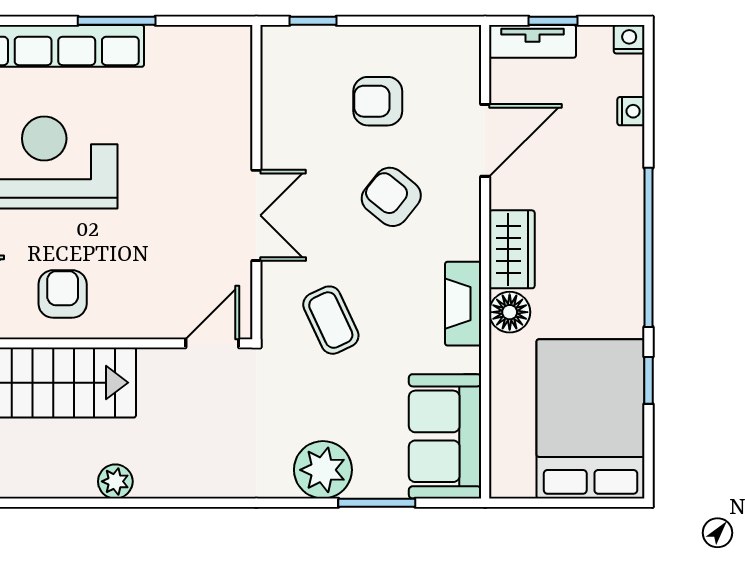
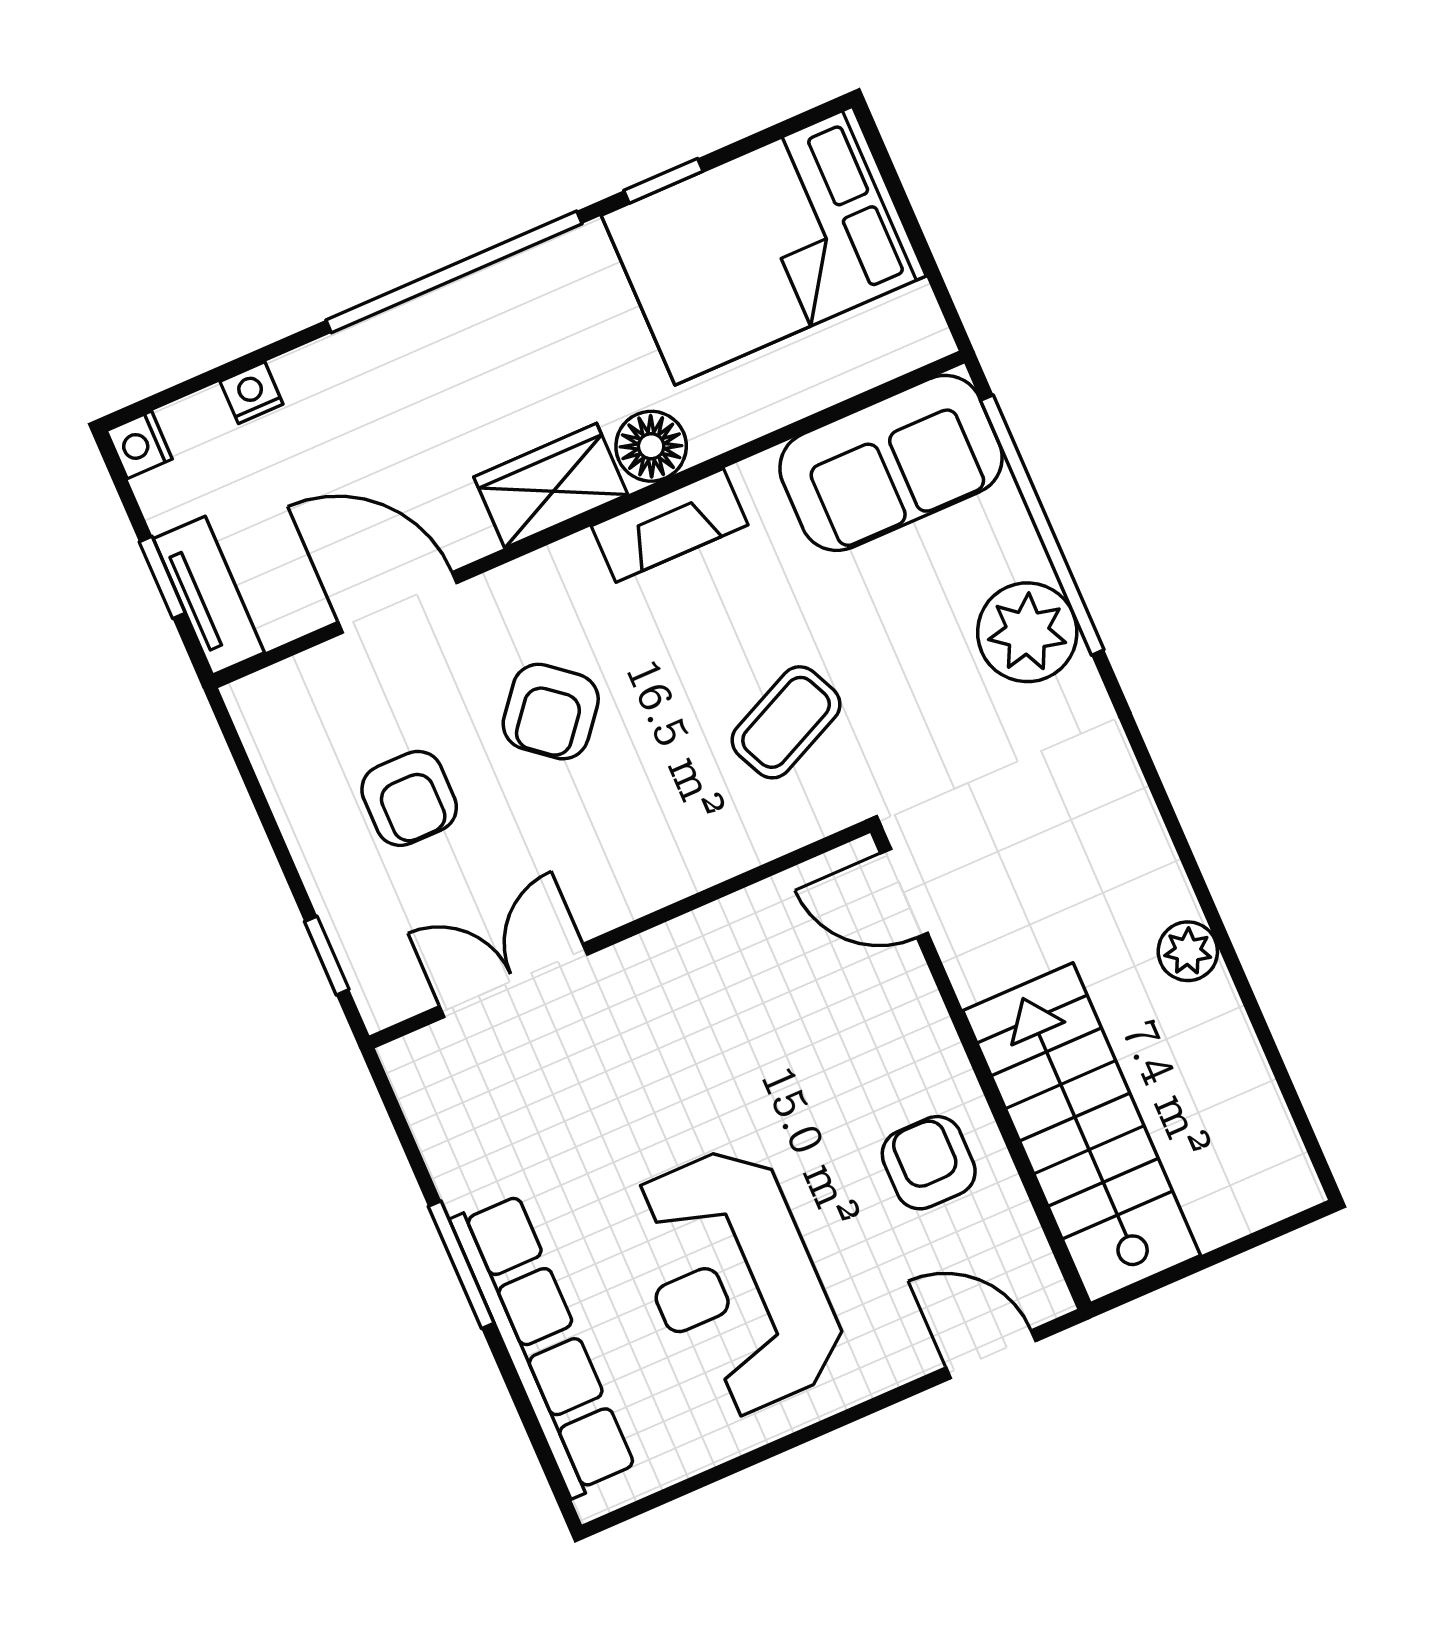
double door: (256, 215) -> (513, 980), moved
armchair: (63, 294) -> (929, 1163), turned 90
window: (377, 503) -> (1042, 525), width x2.11

